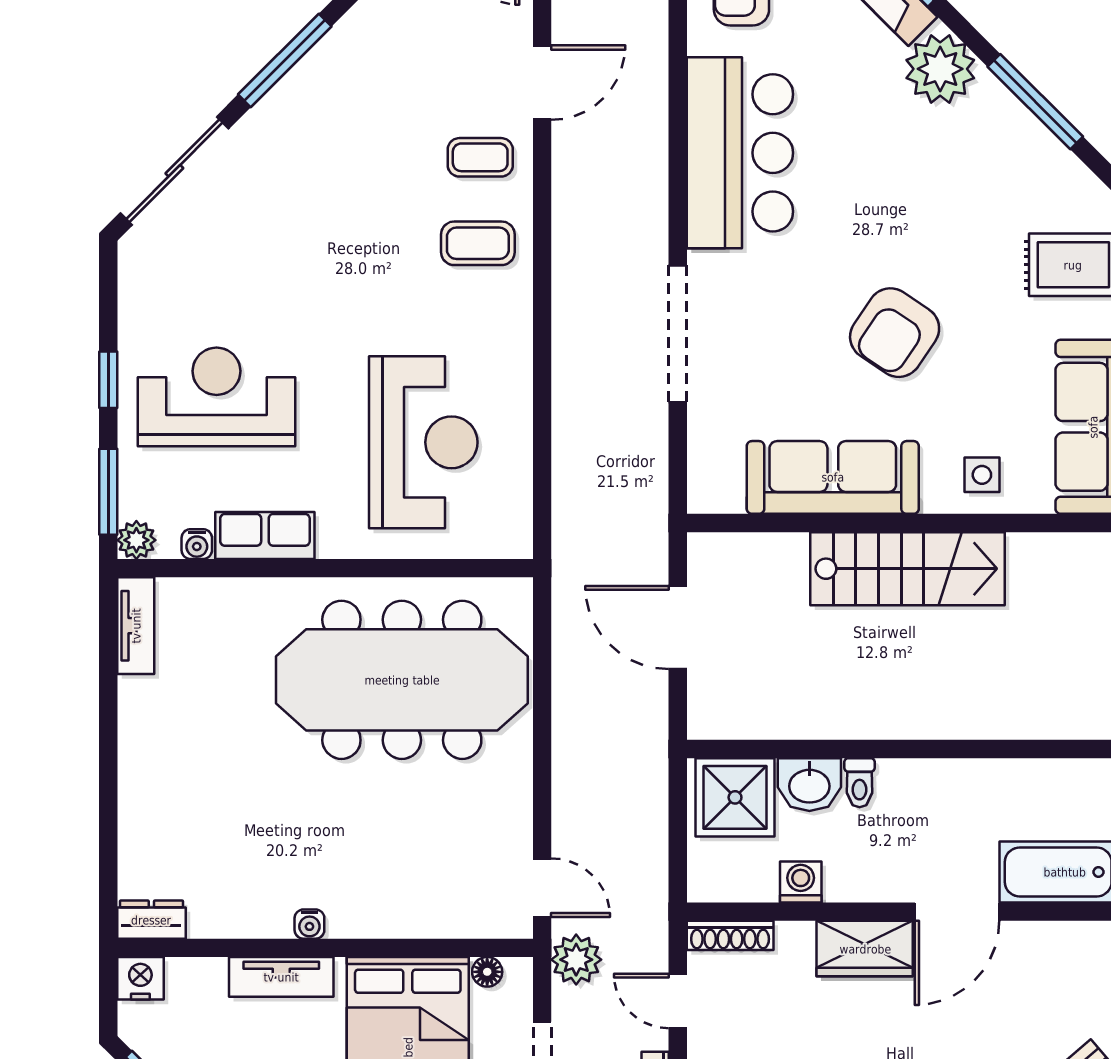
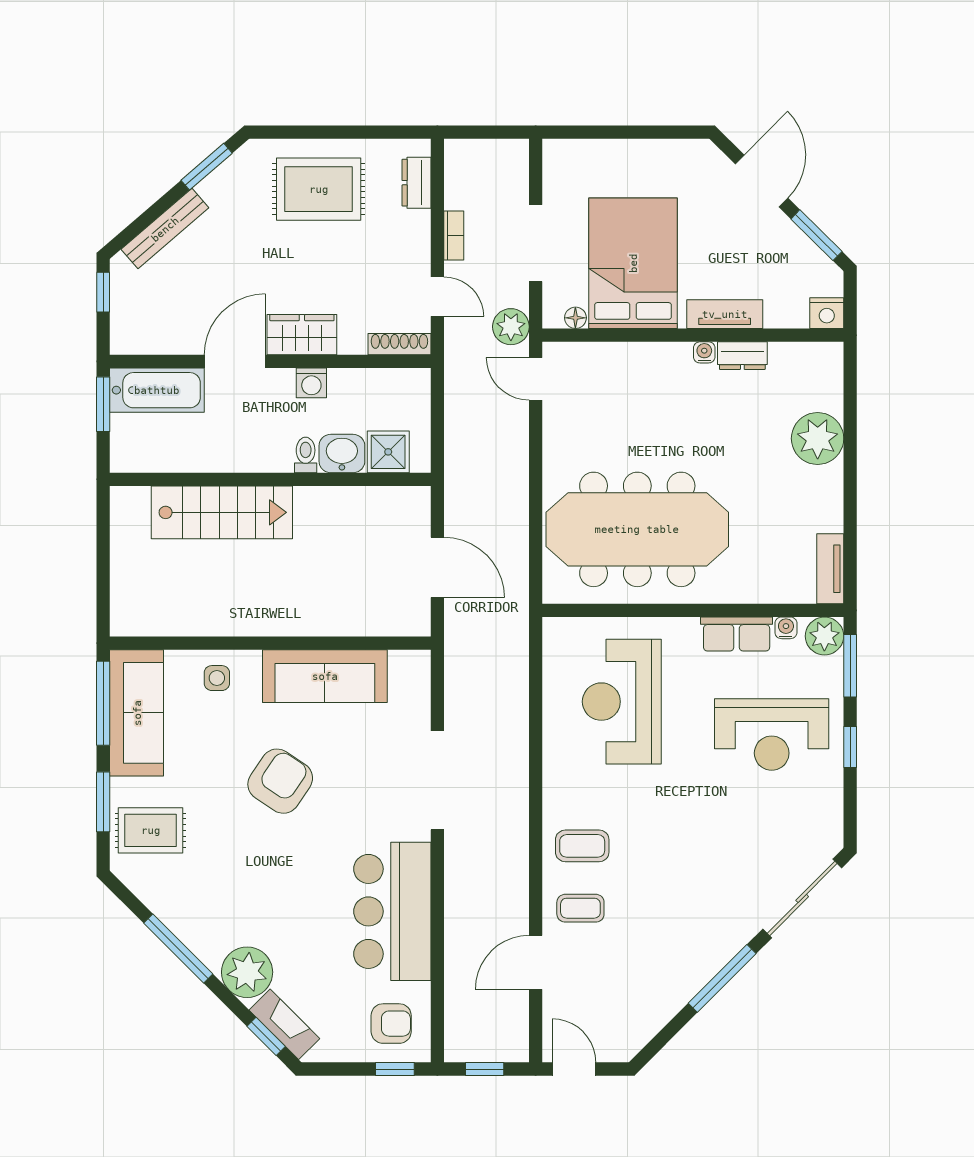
plant: (136, 540) -> (824, 636), width x1.38, depth x1.38
stairs: (907, 569) -> (222, 512), moved, turned 180
shower: (735, 797) -> (388, 452), width x0.73, depth x0.73
plant: (153, 805) -> (818, 438), added
washing machine: (801, 882) -> (311, 383), moved
dresser: (151, 920) -> (742, 356), moved

